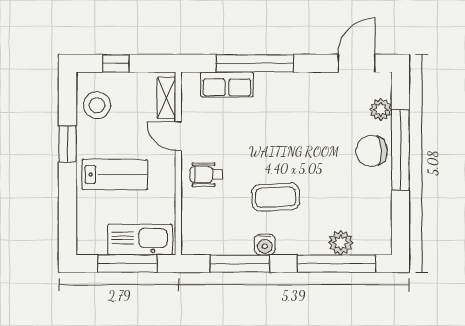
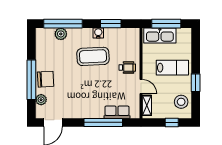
lab bench: (115, 174) -> (172, 68), turned 180
coffee table: (276, 197) -> (93, 56), width x1.36, depth x1.32
window: (240, 264) -> (111, 24), width x0.69

